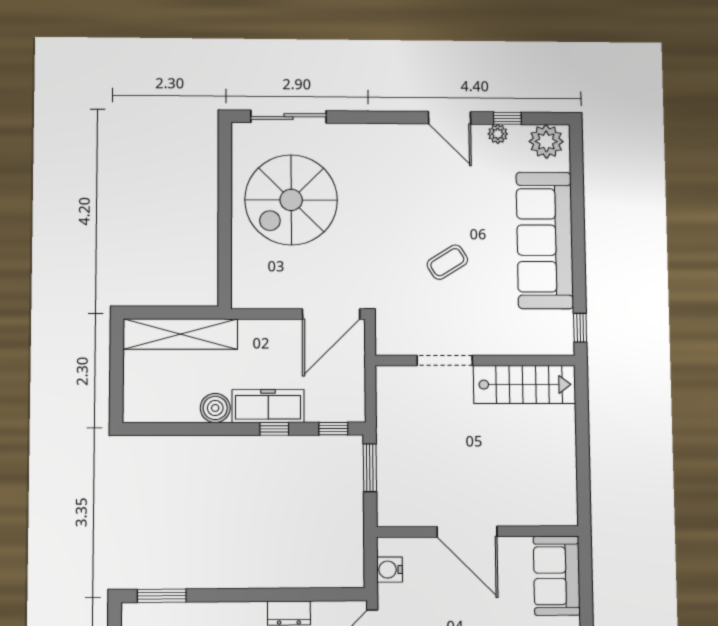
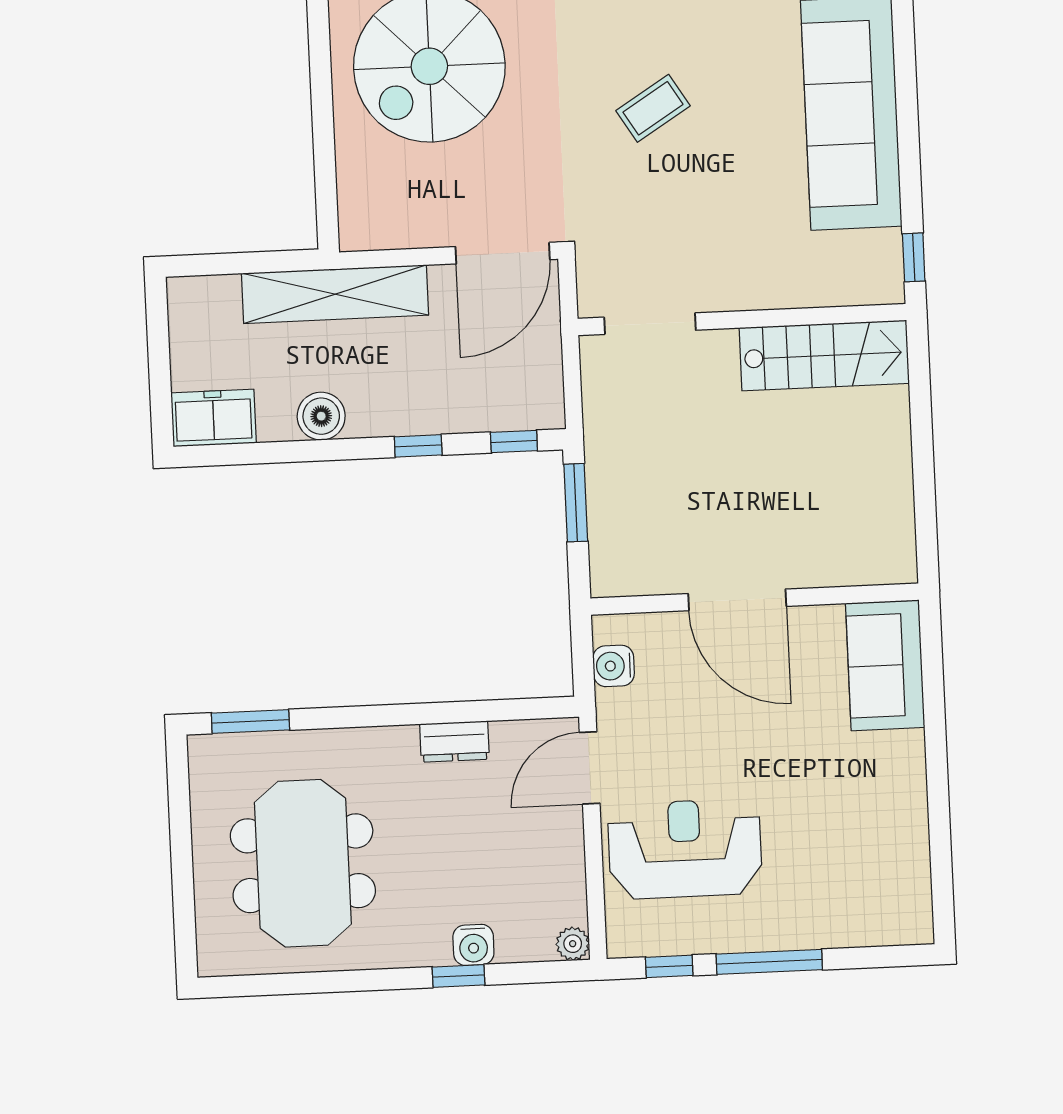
coffee table: (447, 262) -> (653, 108), moved
shelving: (180, 334) -> (335, 294), moved
doorway: (445, 361) -> (650, 324), moved
freezer: (268, 406) -> (213, 418), moved, width x0.71

